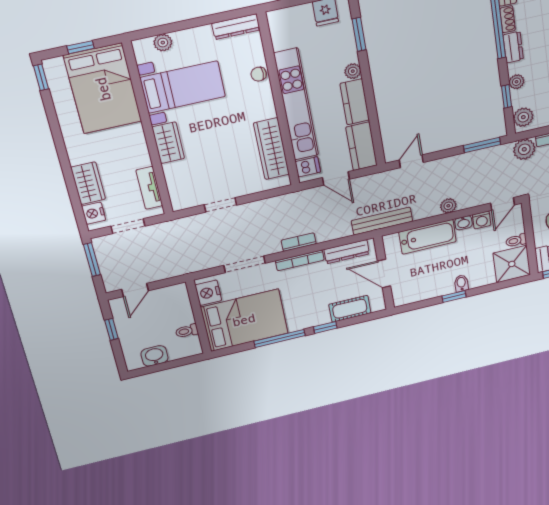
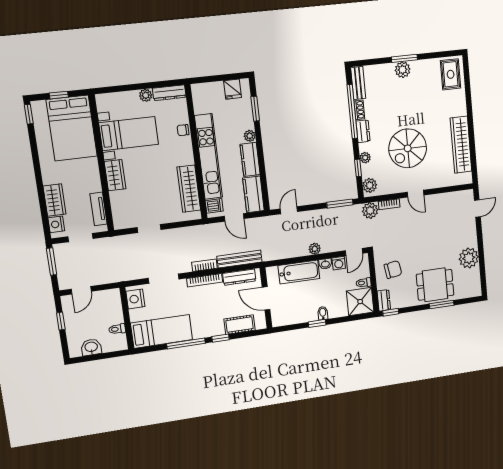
plant: (163, 43) -> (146, 95), moved
bench: (382, 221) -> (240, 259), moved
bed: (244, 320) -> (162, 331), width x0.67

